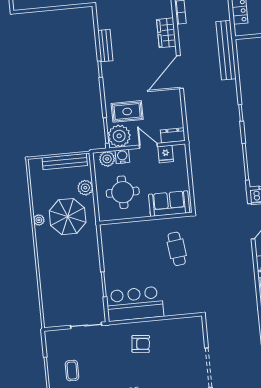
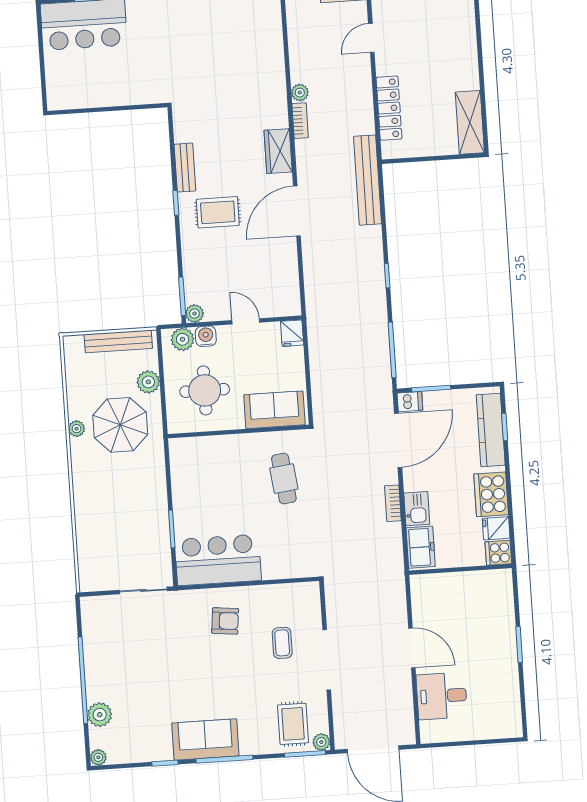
rug: (127, 111) -> (218, 212), moved
dresser: (173, 135) -> (283, 307), removed
plant: (119, 136) -> (194, 314), width x0.53, depth x0.53
fridge: (166, 154) -> (292, 333), moved
bookcase: (249, 263) -> (393, 503), added
coffee table: (72, 371) -> (282, 643), moved

